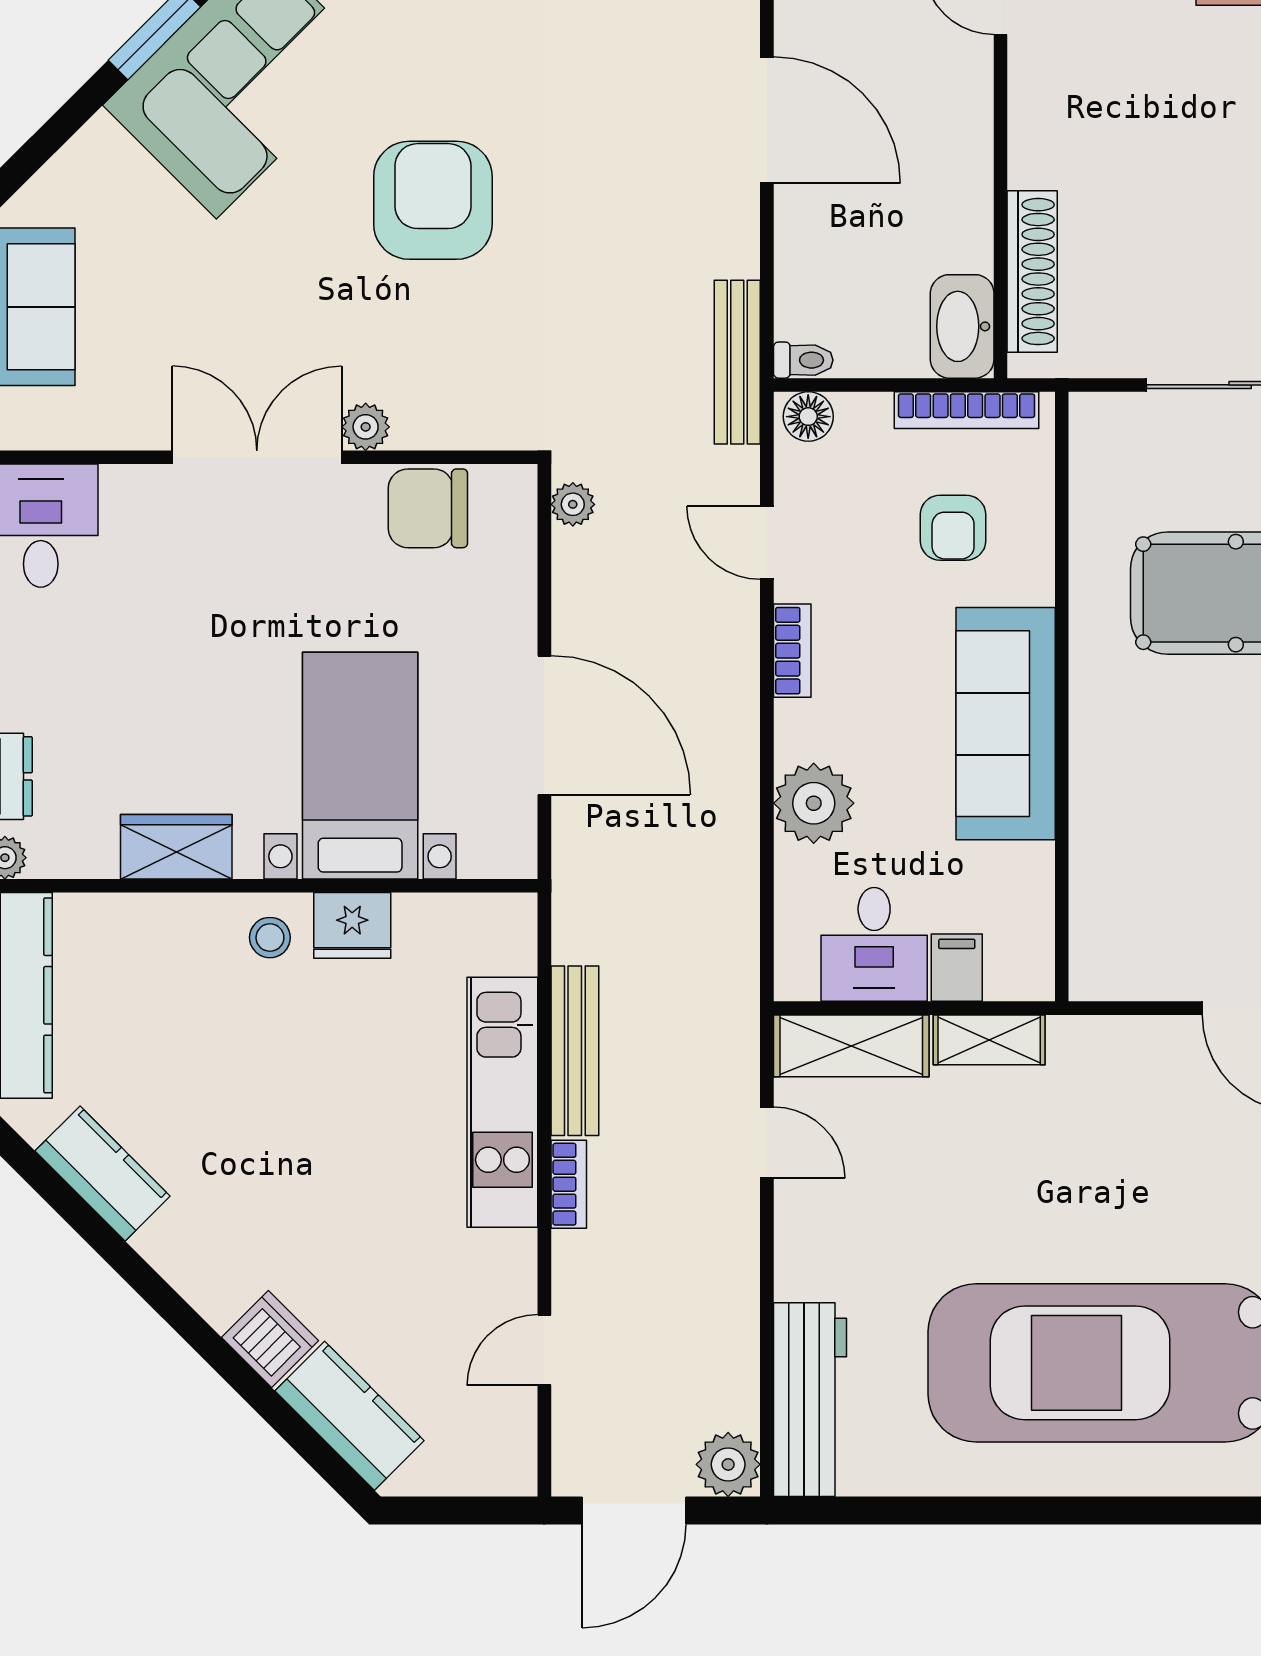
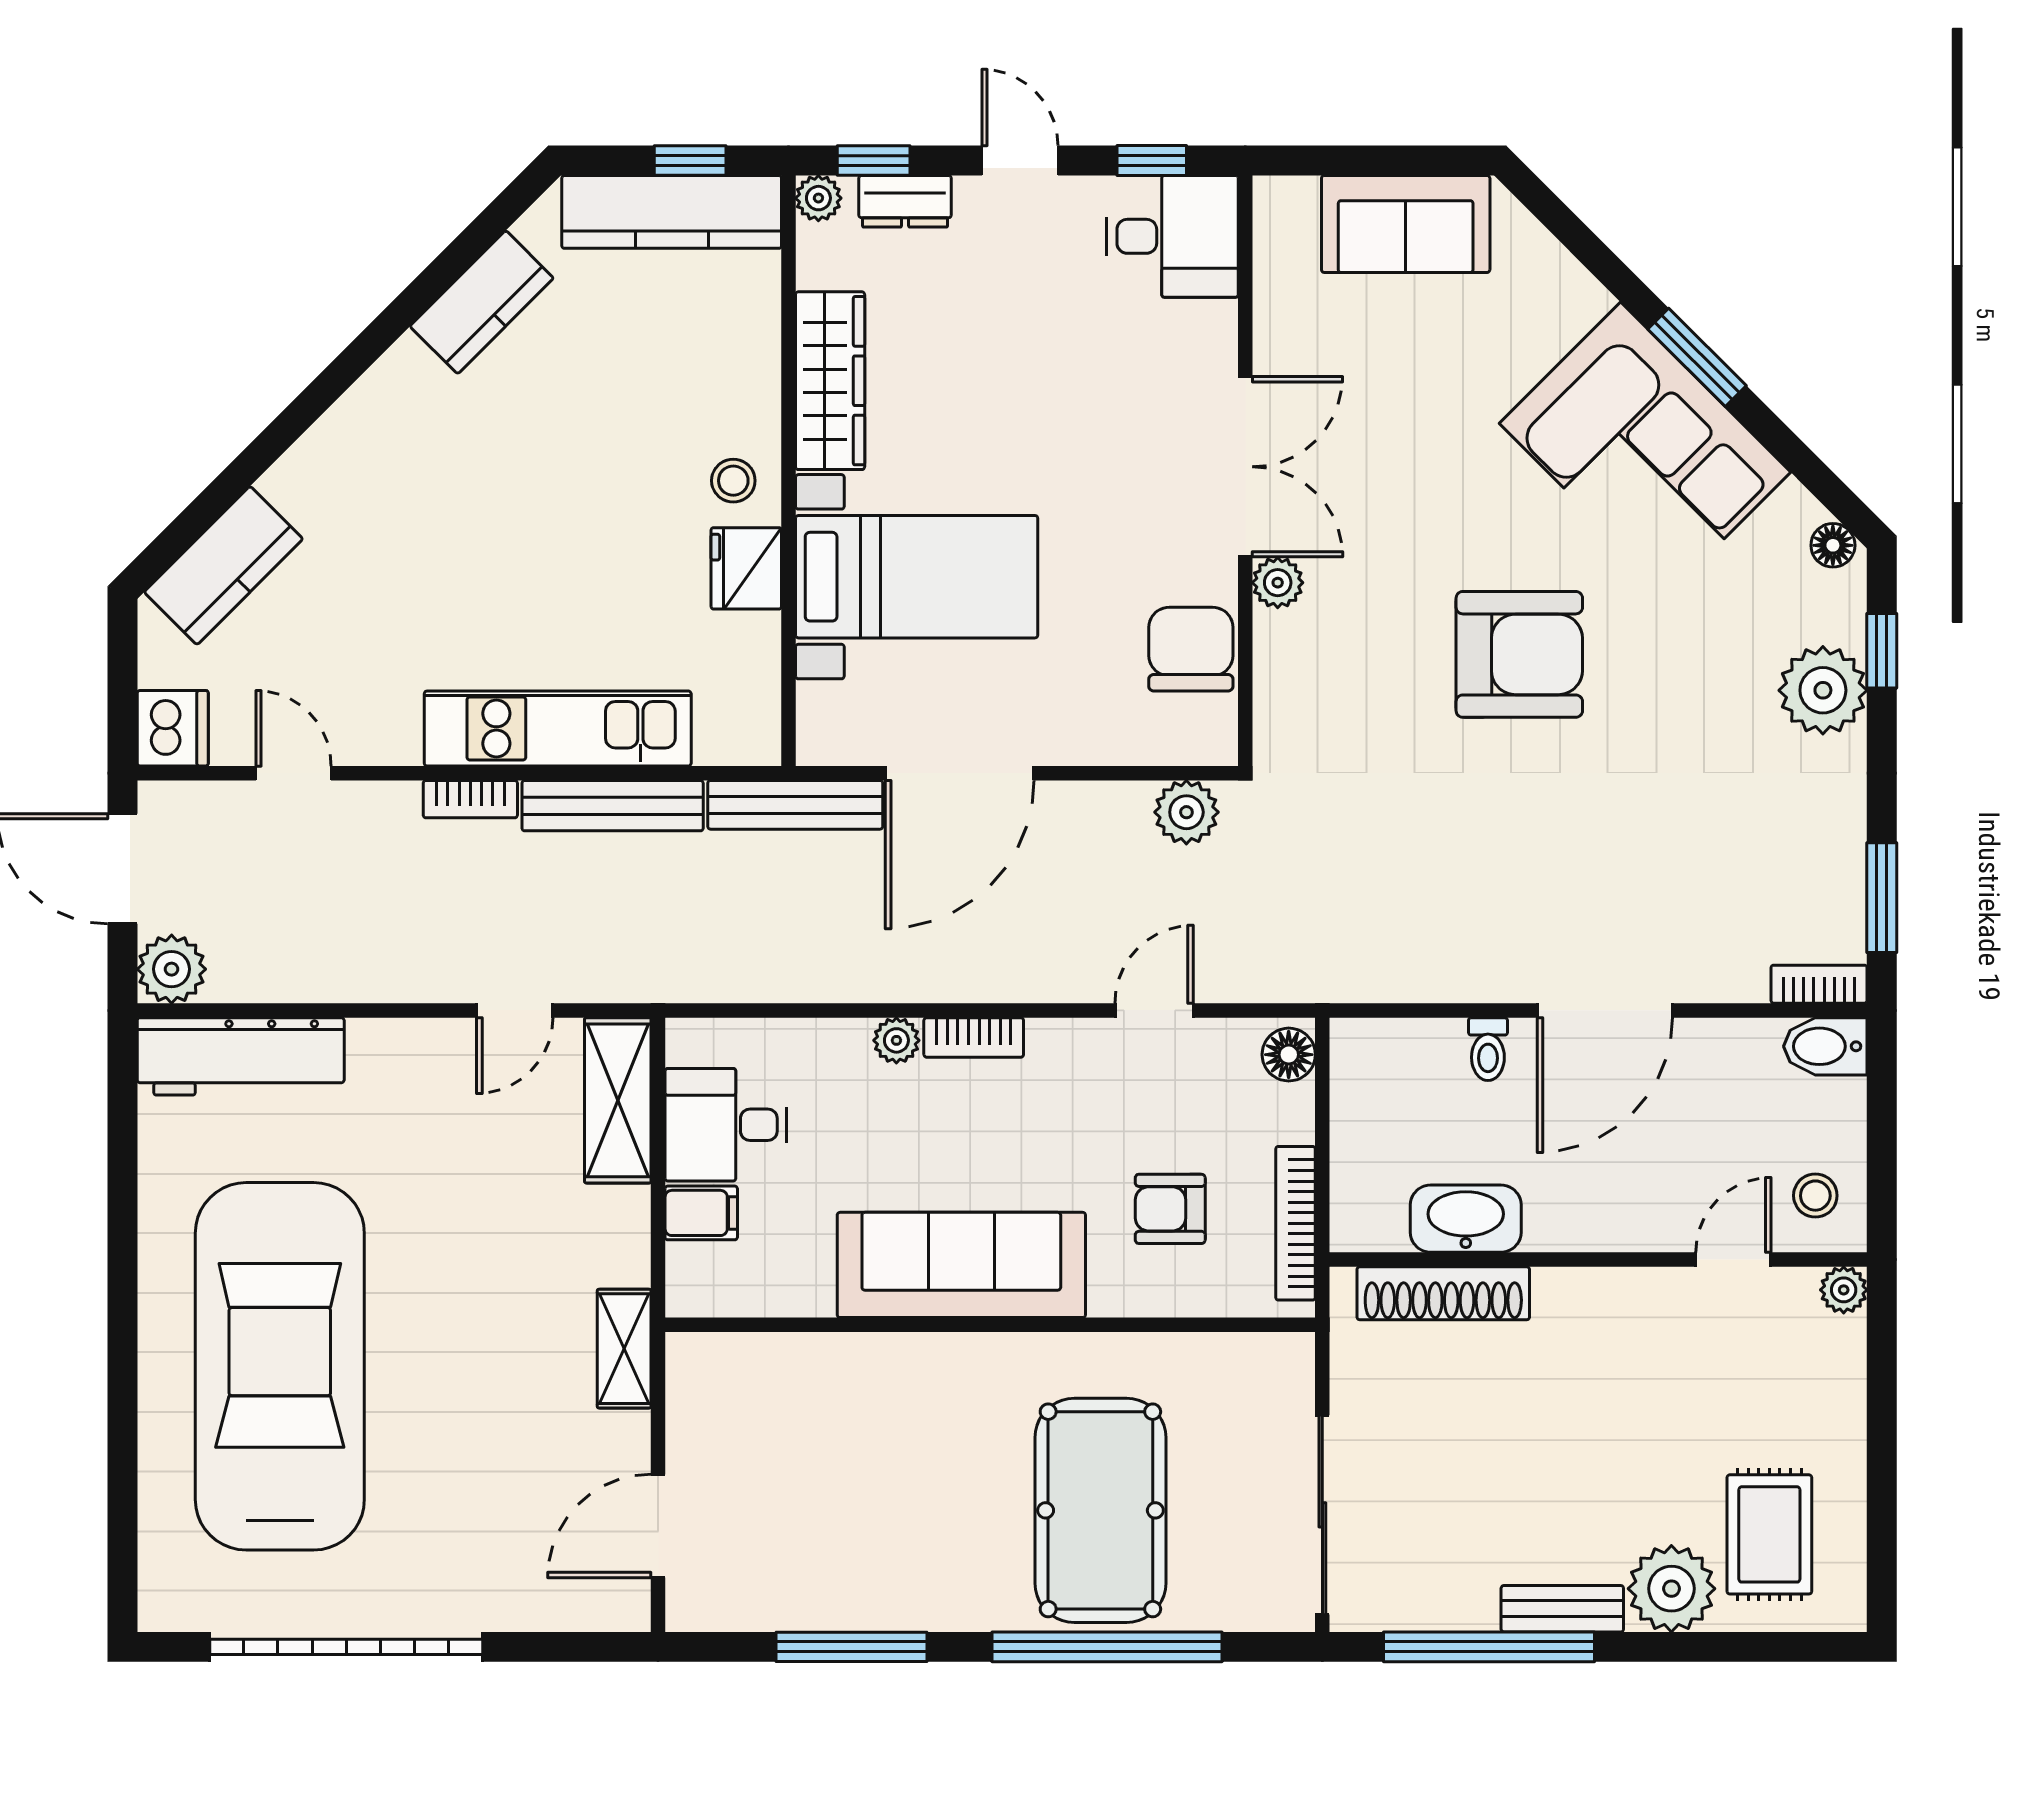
washbasin: (962, 326) -> (1466, 1219), moved
toilet: (803, 360) -> (1488, 1049), moved
bench: (737, 362) -> (795, 805), moved
plant: (573, 504) -> (1186, 812), width x1.38, depth x1.38
bookcase: (792, 651) -> (974, 1037), moved
plant: (814, 803) -> (896, 1040), width x0.53, depth x0.53
wardrobe: (176, 847) -> (830, 381), width x1.50
shelving: (989, 1040) -> (624, 1349), moved
dishwasher: (270, 1339) -> (173, 728), moved, turned -45

